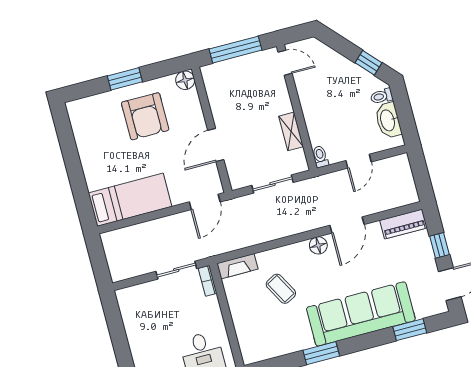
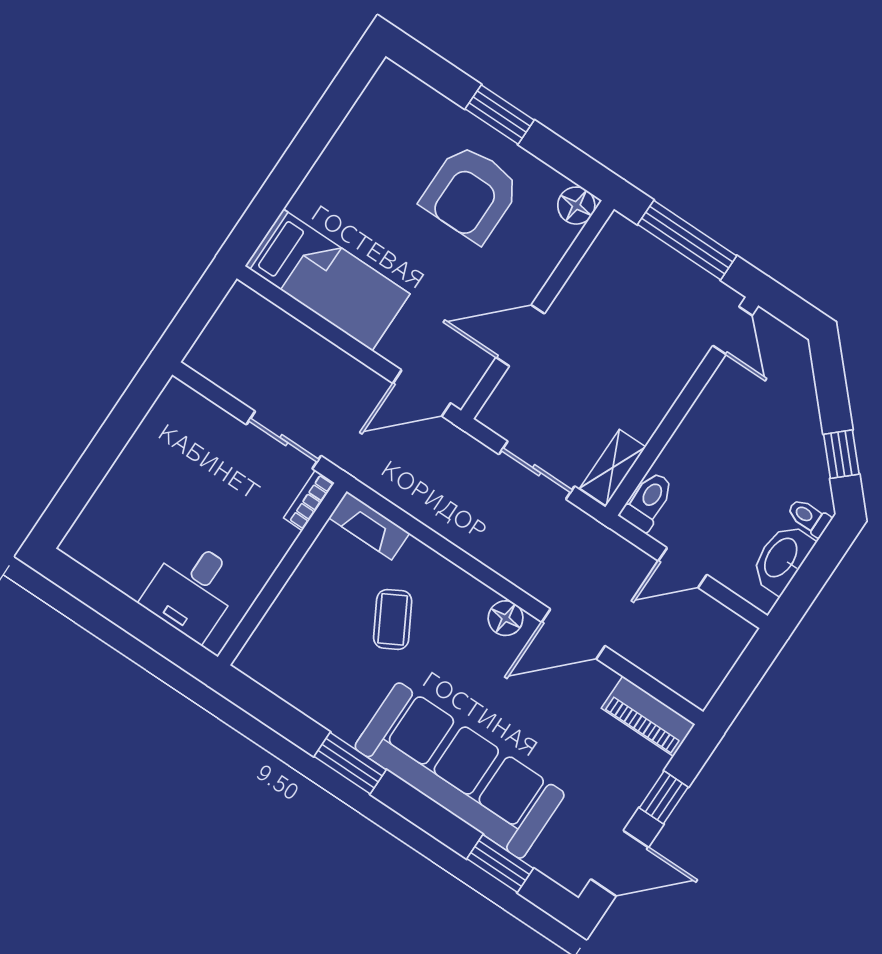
shelving: (291, 131) -> (613, 468), moved
toilet: (320, 157) -> (648, 501), width x1.37, depth x1.39

